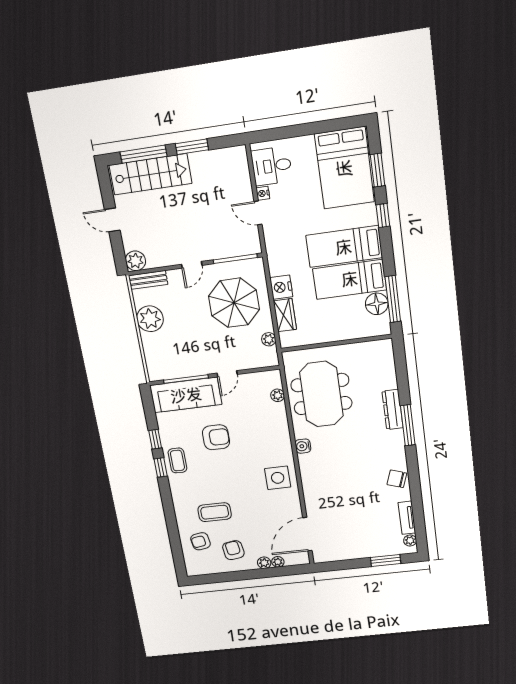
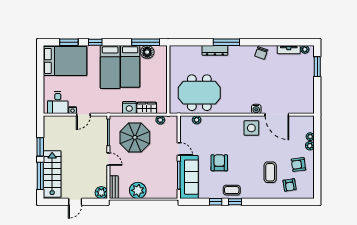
water cooler: (303, 446) -> (256, 109), moved
door: (307, 534) -> (277, 115), moved

